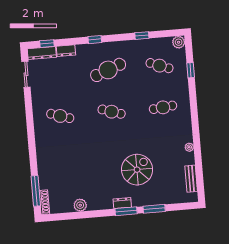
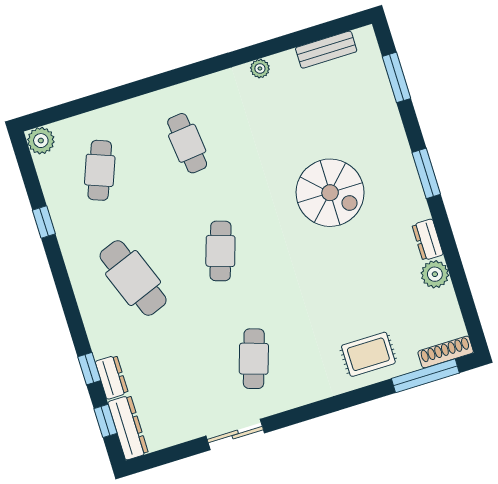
window: (95, 40) -> (89, 369), moved
window: (191, 70) -> (95, 102), removed
sliding door: (26, 74) -> (235, 435), moved
rug: (51, 168) -> (368, 354), added
spiral stairs: (137, 170) -> (330, 193), moved, turned 180
dresser: (122, 203) -> (428, 240), moved
window: (154, 209) -> (397, 77), moved

